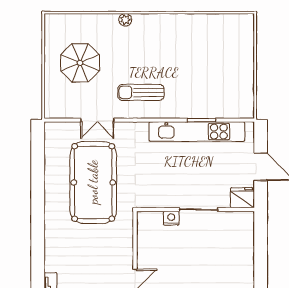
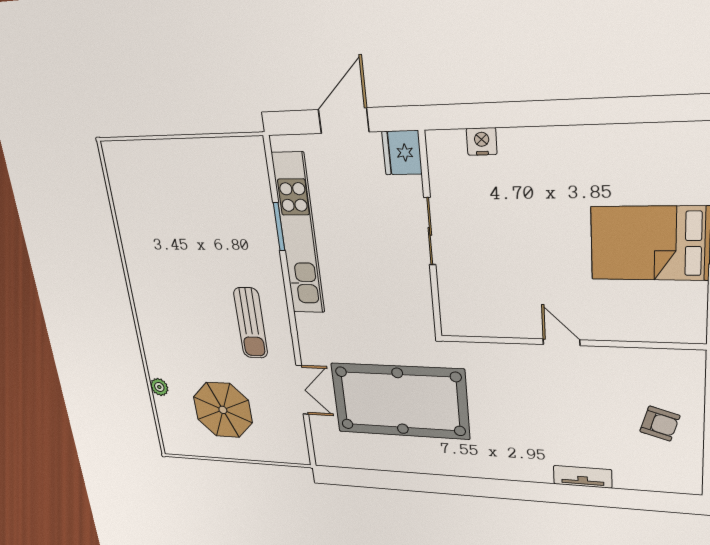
plant: (125, 20) -> (159, 387), moved
nightstand: (171, 218) -> (482, 141), moved, turned 90

